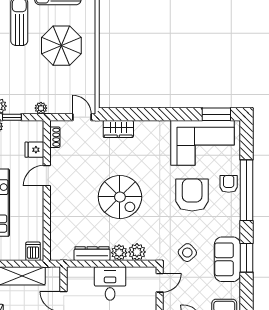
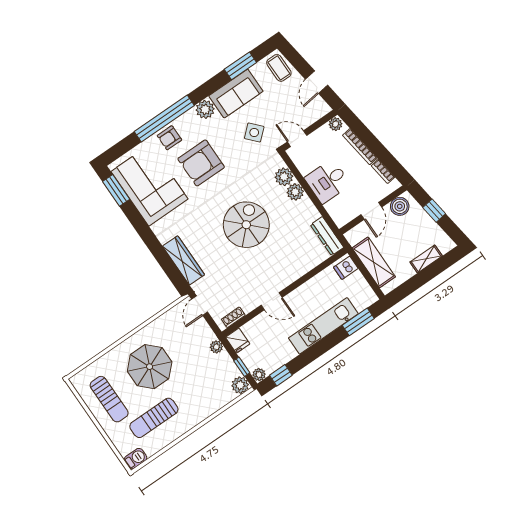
wardrobe: (118, 129) -> (184, 260), width x1.50
fridge: (34, 150) -> (238, 341), moved
plant: (232, 227) -> (205, 109), added
dresser: (92, 254) -> (327, 236), moved
window: (246, 258) -> (240, 66), moved

